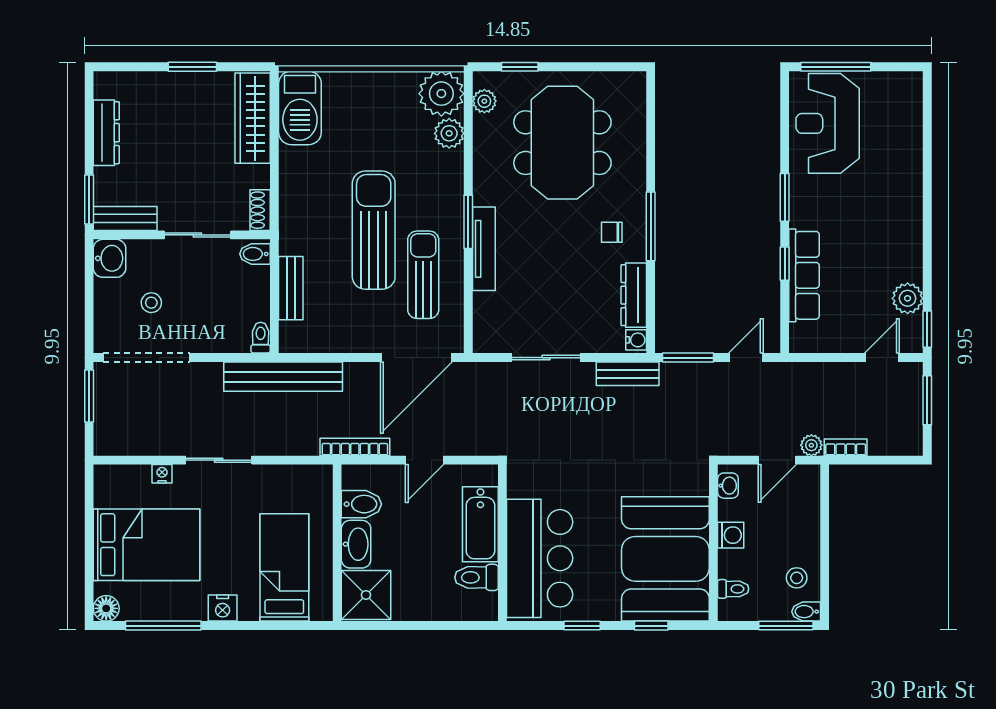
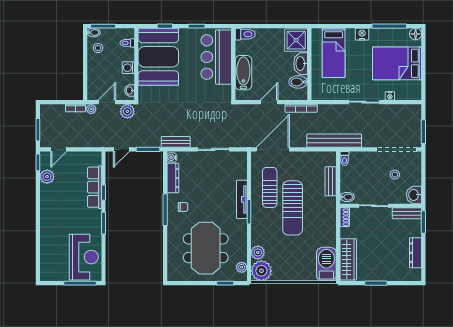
sun lounger: (423, 275) -> (270, 187), turned 180
plant: (733, 440) -> (127, 111), added
toilet: (476, 577) -> (245, 34), moved

